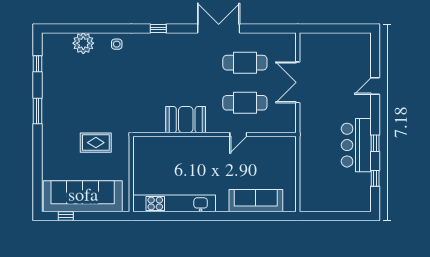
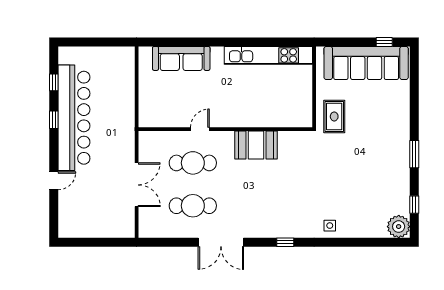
plant: (83, 43) -> (399, 227), moved
rug: (96, 143) -> (334, 116), moved, turned 90
bar counter: (356, 145) -> (74, 118), width x1.86

